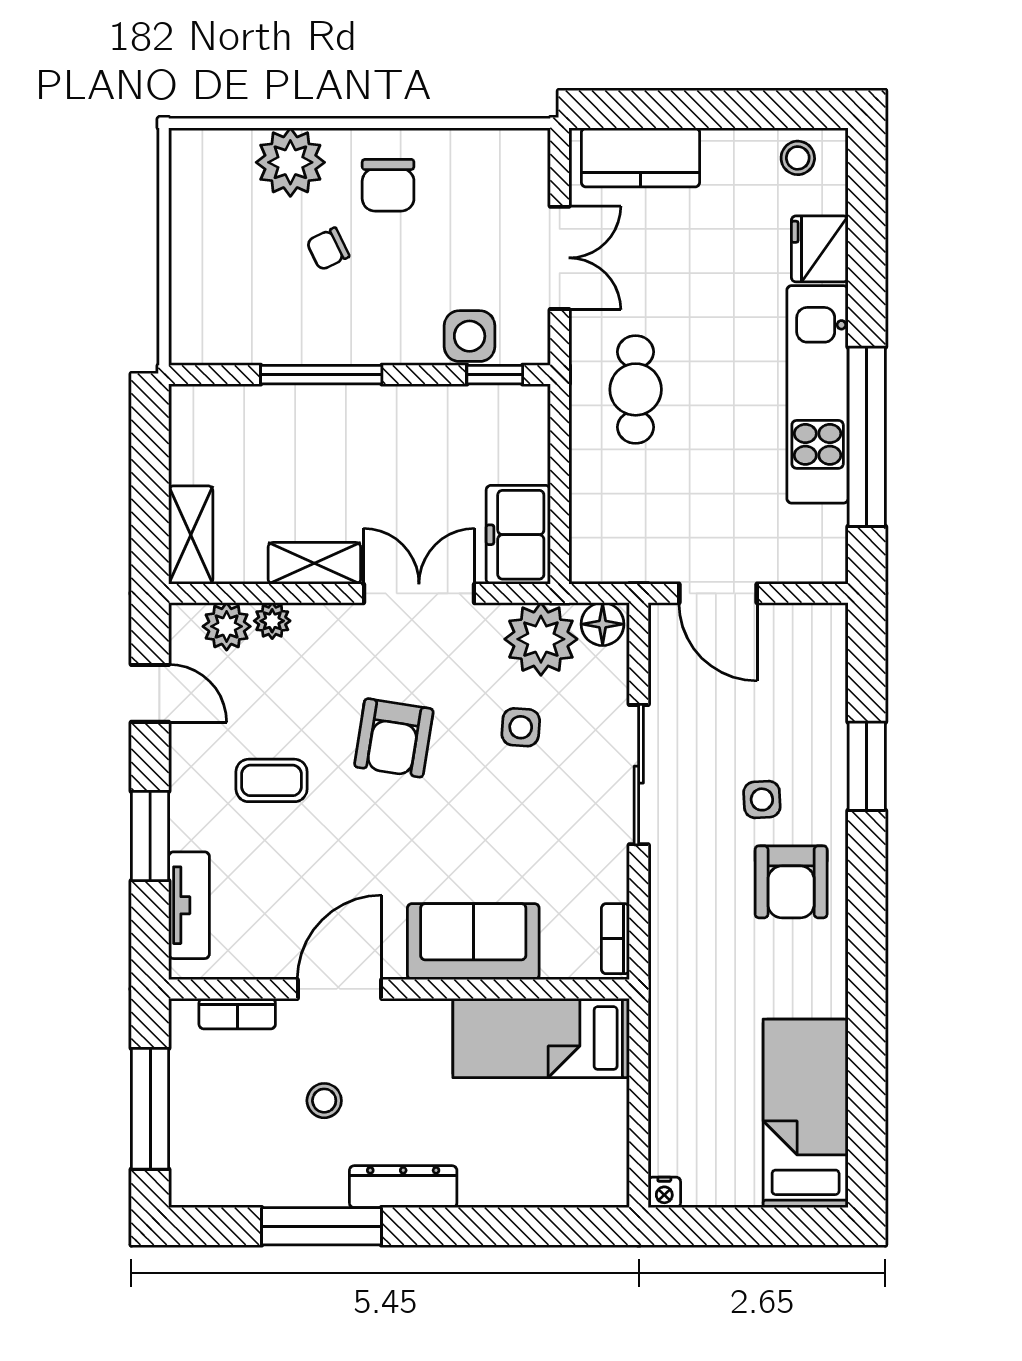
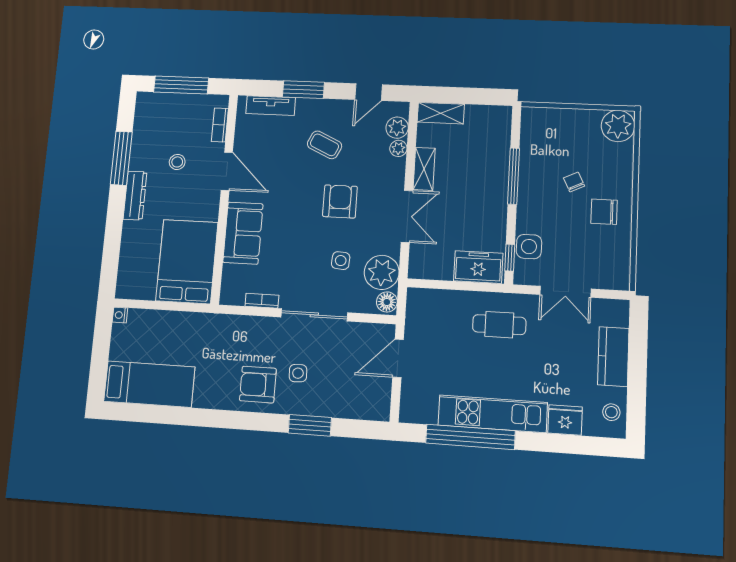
kitchen counter: (641, 157) -> (613, 357), moved
plant: (290, 162) -> (618, 126), moved
freezer: (518, 535) -> (478, 267), moved
armchair: (394, 738) -> (340, 201), turned 81
coffee table: (272, 780) -> (324, 145), turned -65
bookcase: (615, 939) -> (262, 301), moved
bed: (541, 1038) -> (187, 261), width x1.50

